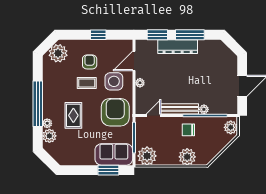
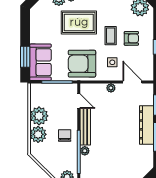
side table: (114, 81) -> (112, 62), width x0.54, depth x0.54
armchair: (115, 112) -> (82, 64), turned 180
rug: (73, 115) -> (79, 22), width x1.36, depth x1.43
plant: (147, 156) -> (39, 116), moved

